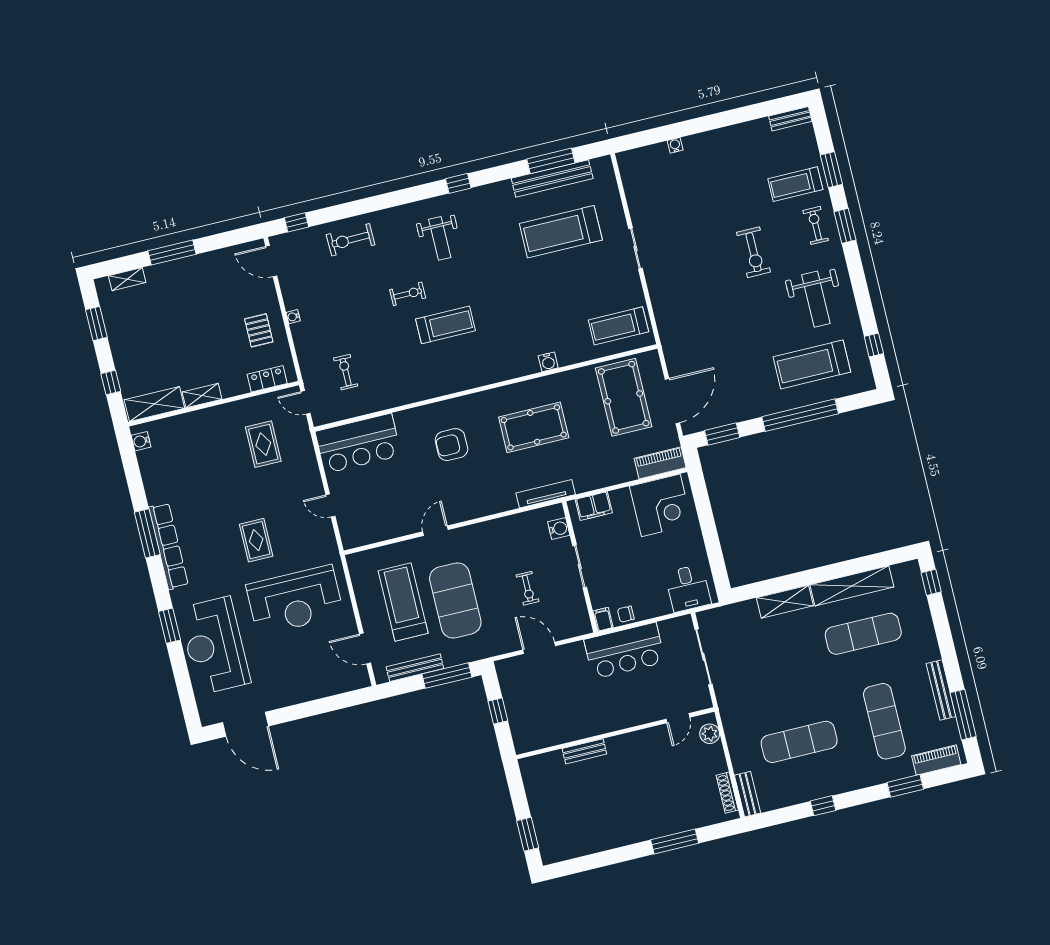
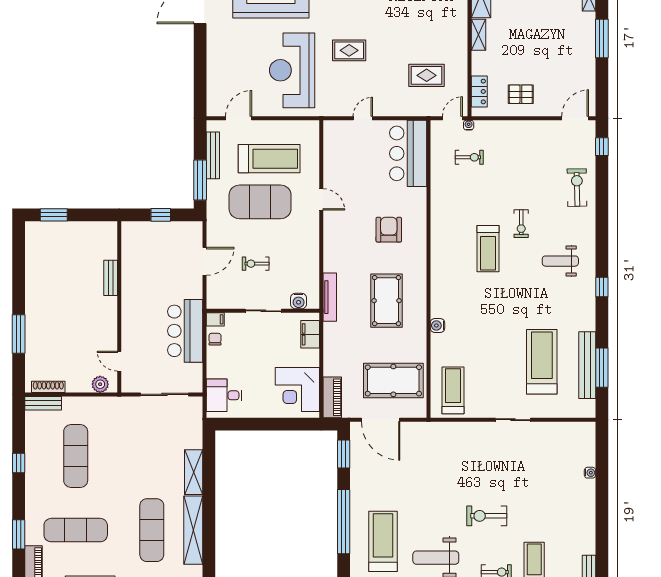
water cooler: (293, 317) -> (469, 125), moved

